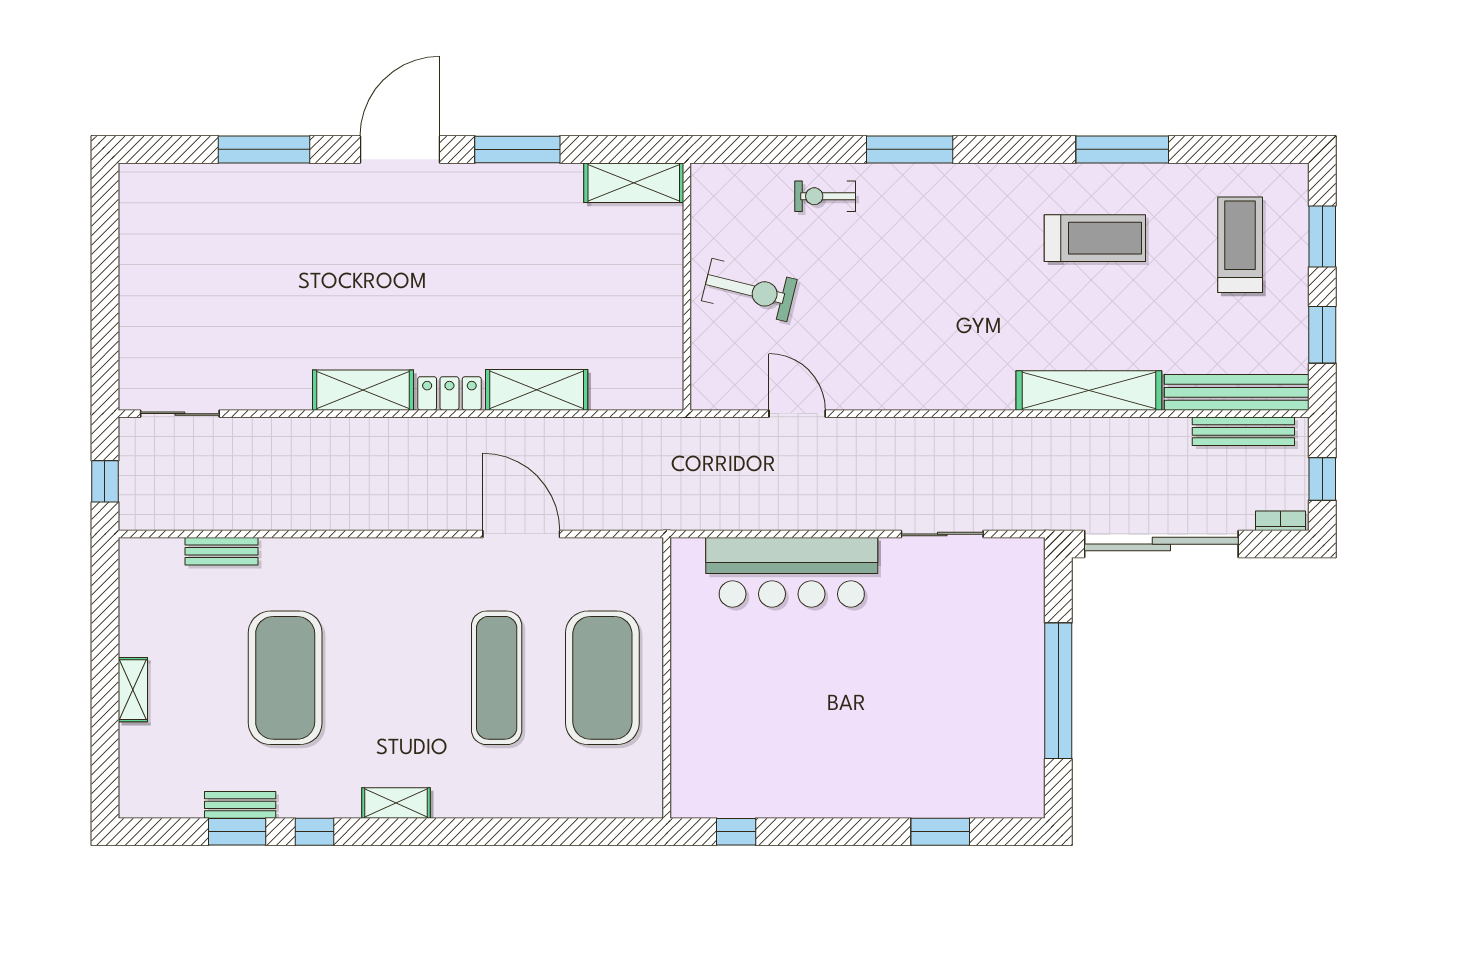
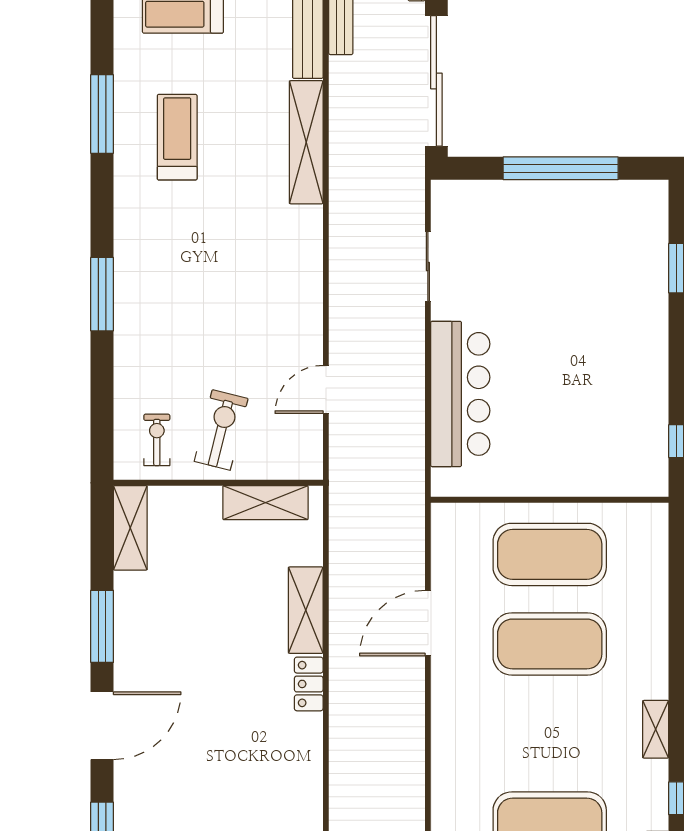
door: (400, 149) -> (102, 726), swing flipped
exercise bike: (825, 196) -> (157, 440), moved, turned 180
shelving: (363, 390) -> (265, 503), moved, turned 90
exercise mat: (497, 678) -> (550, 644), width x1.47

